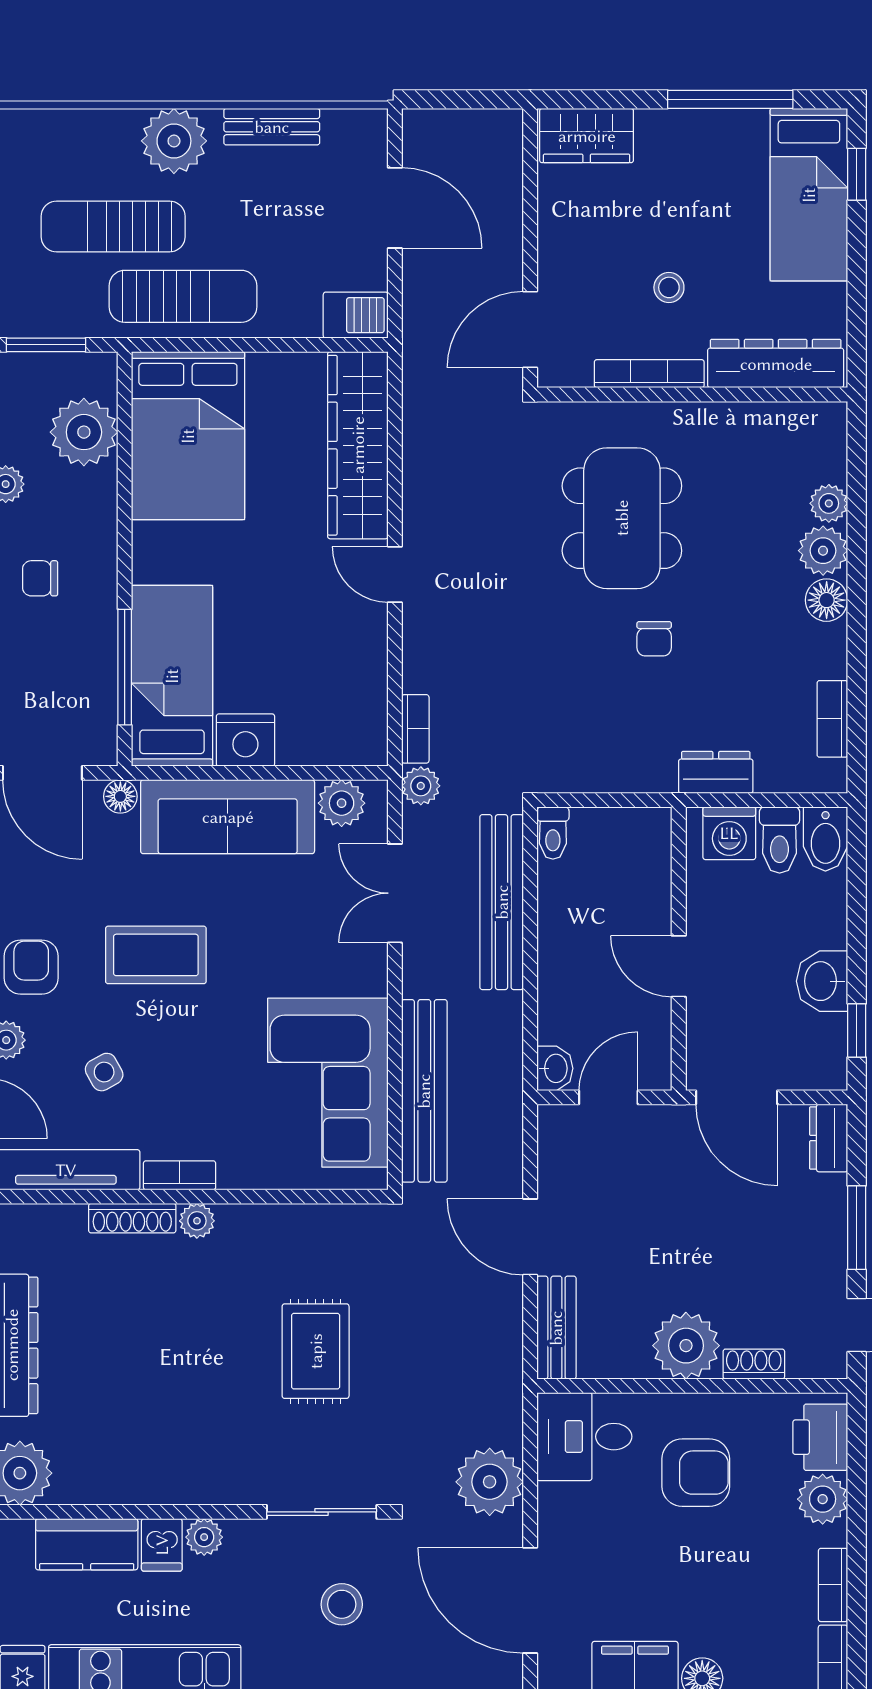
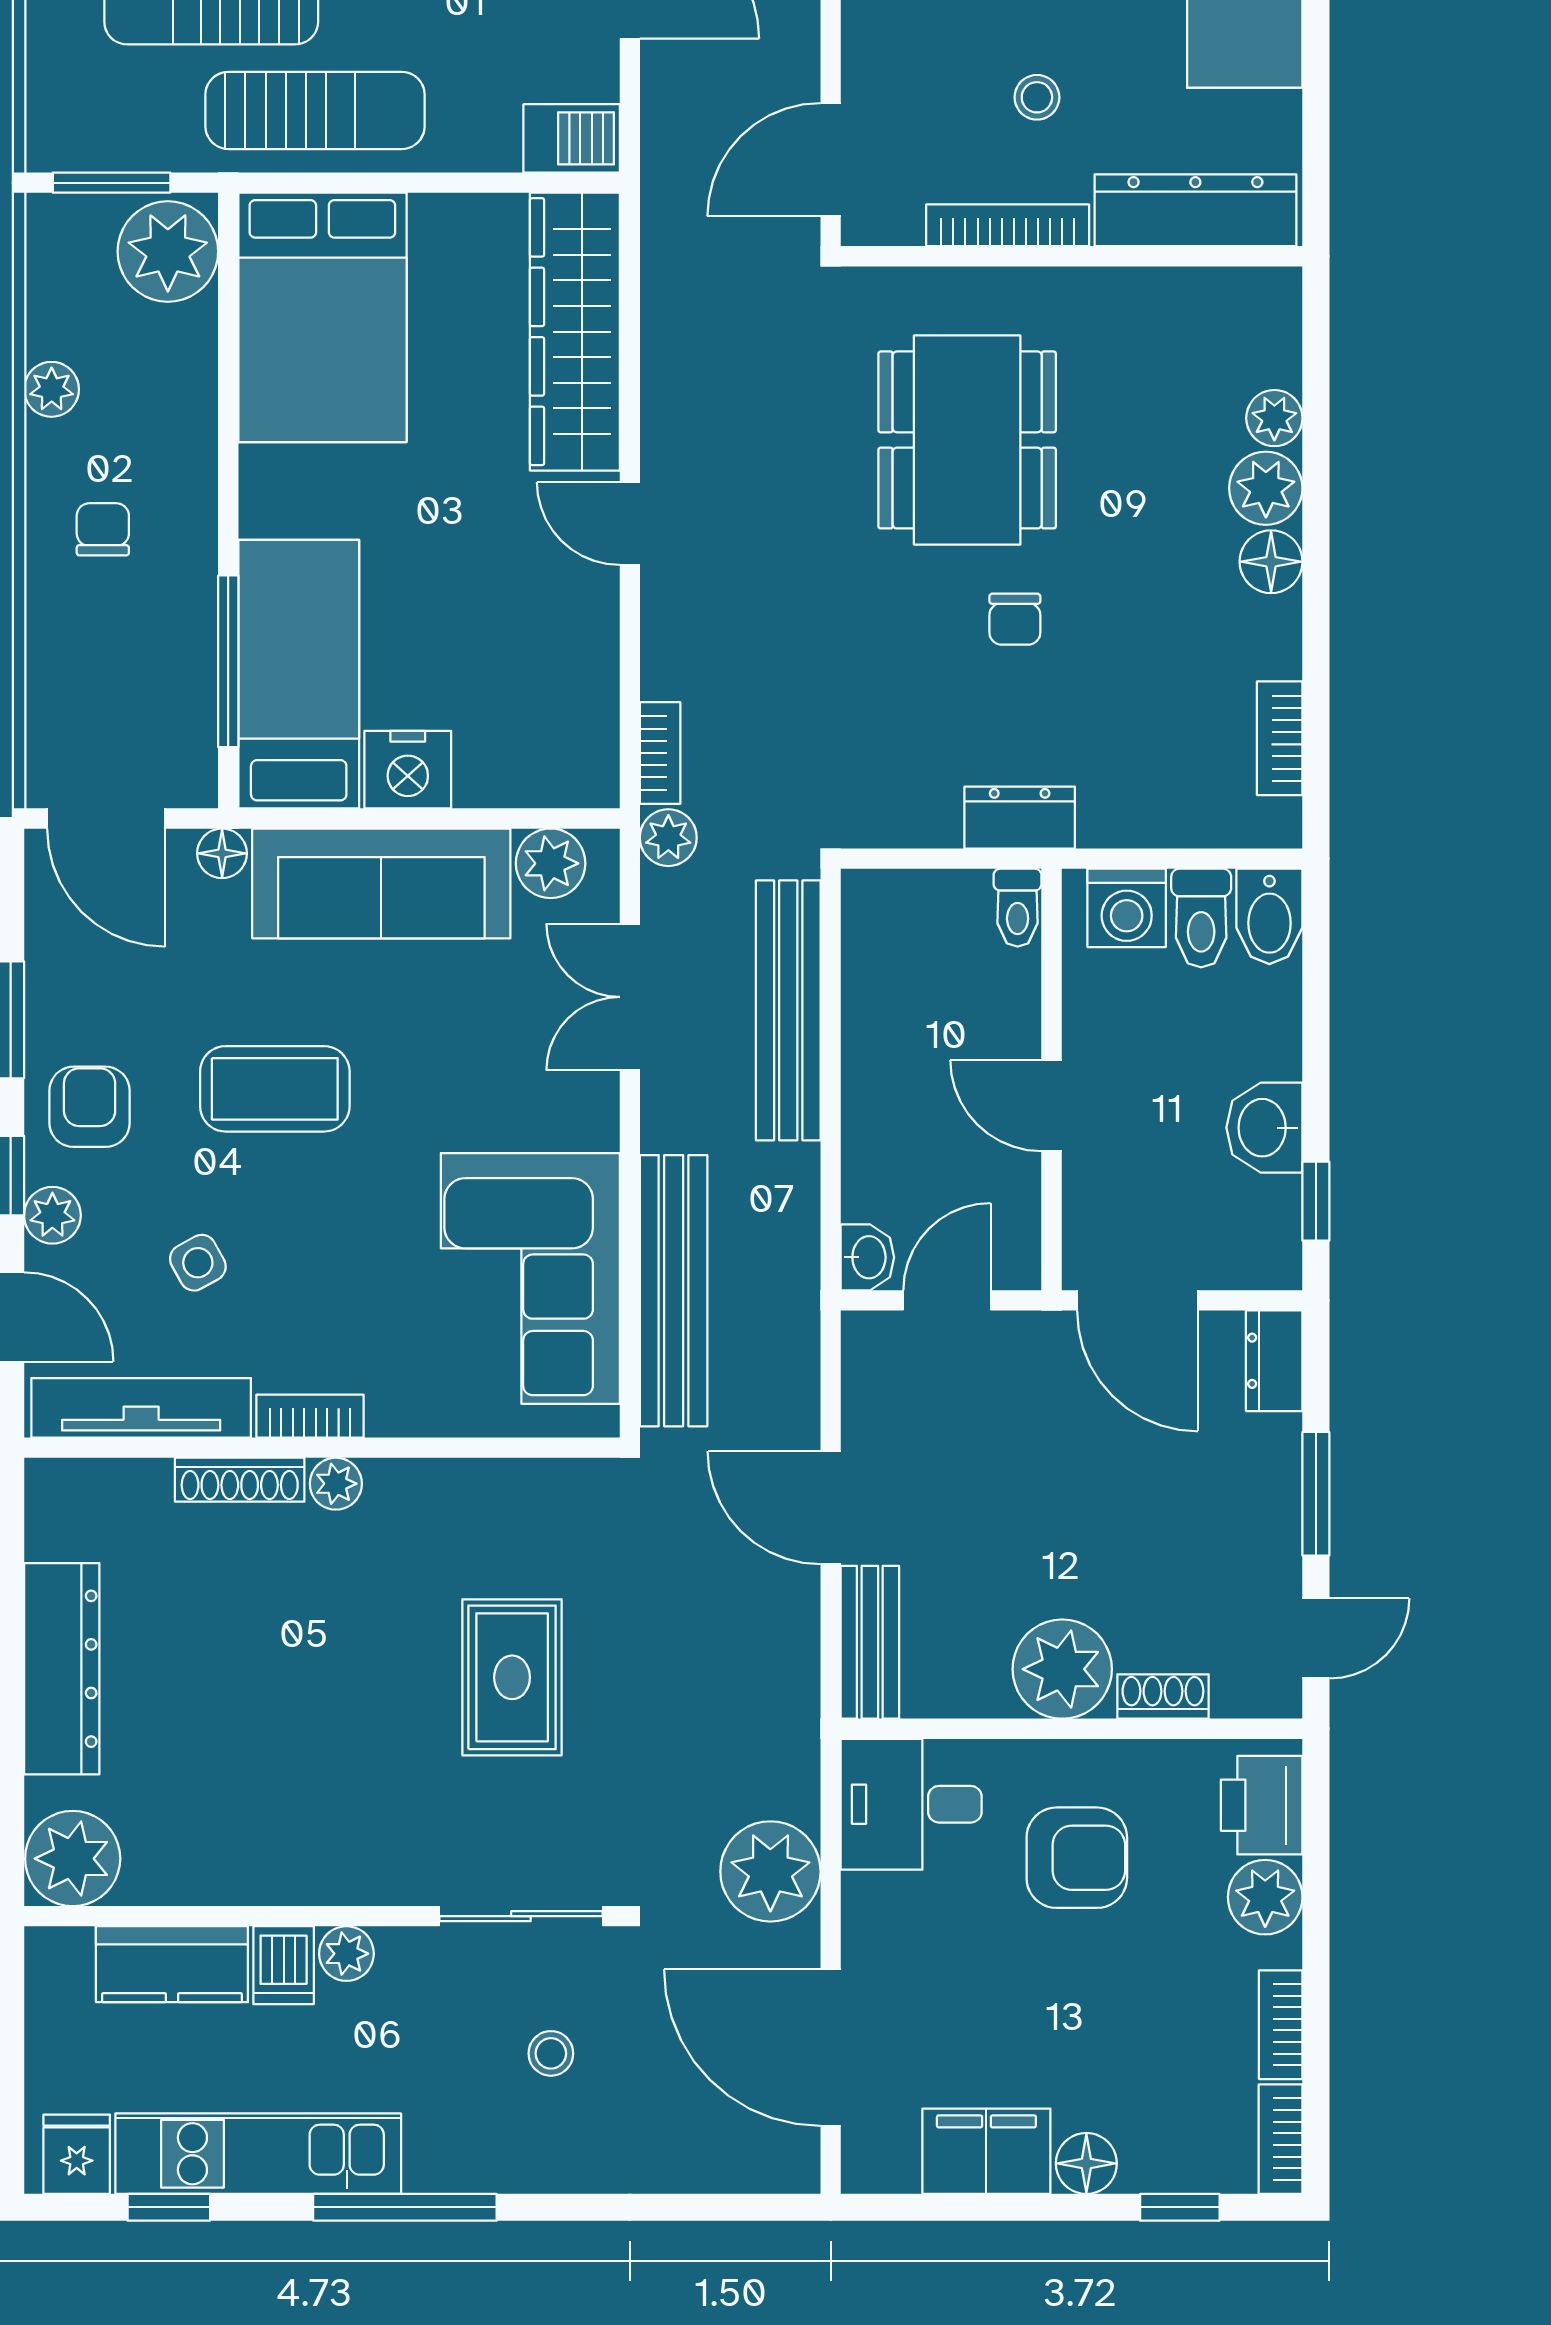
plant: (84, 432) -> (168, 251), moved
chair: (40, 578) -> (103, 529), turned 90
dresser: (716, 772) -> (1020, 818), moved
toilet: (553, 833) -> (1018, 908), moved
stool: (342, 1604) -> (551, 2053), width x0.73, depth x0.73

